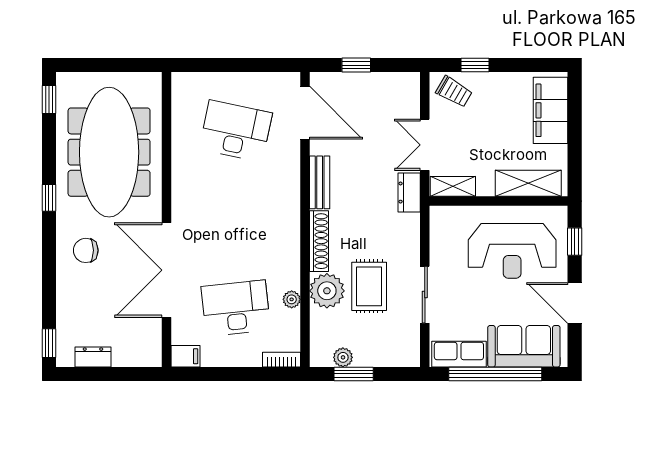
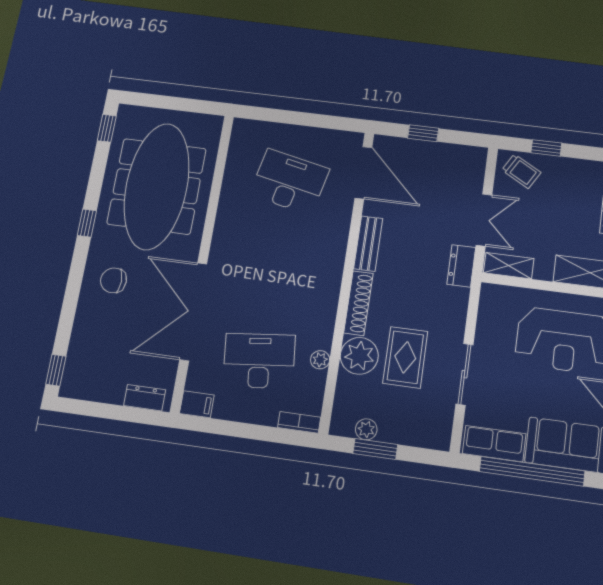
double door: (425, 145) -> (484, 220), swing flipped
dresser: (93, 357) -> (145, 398), moved

